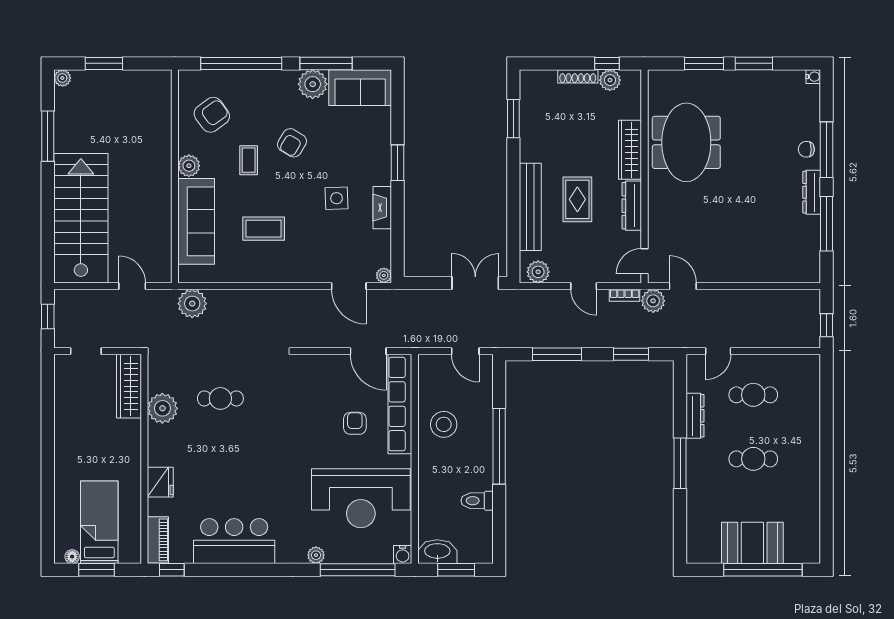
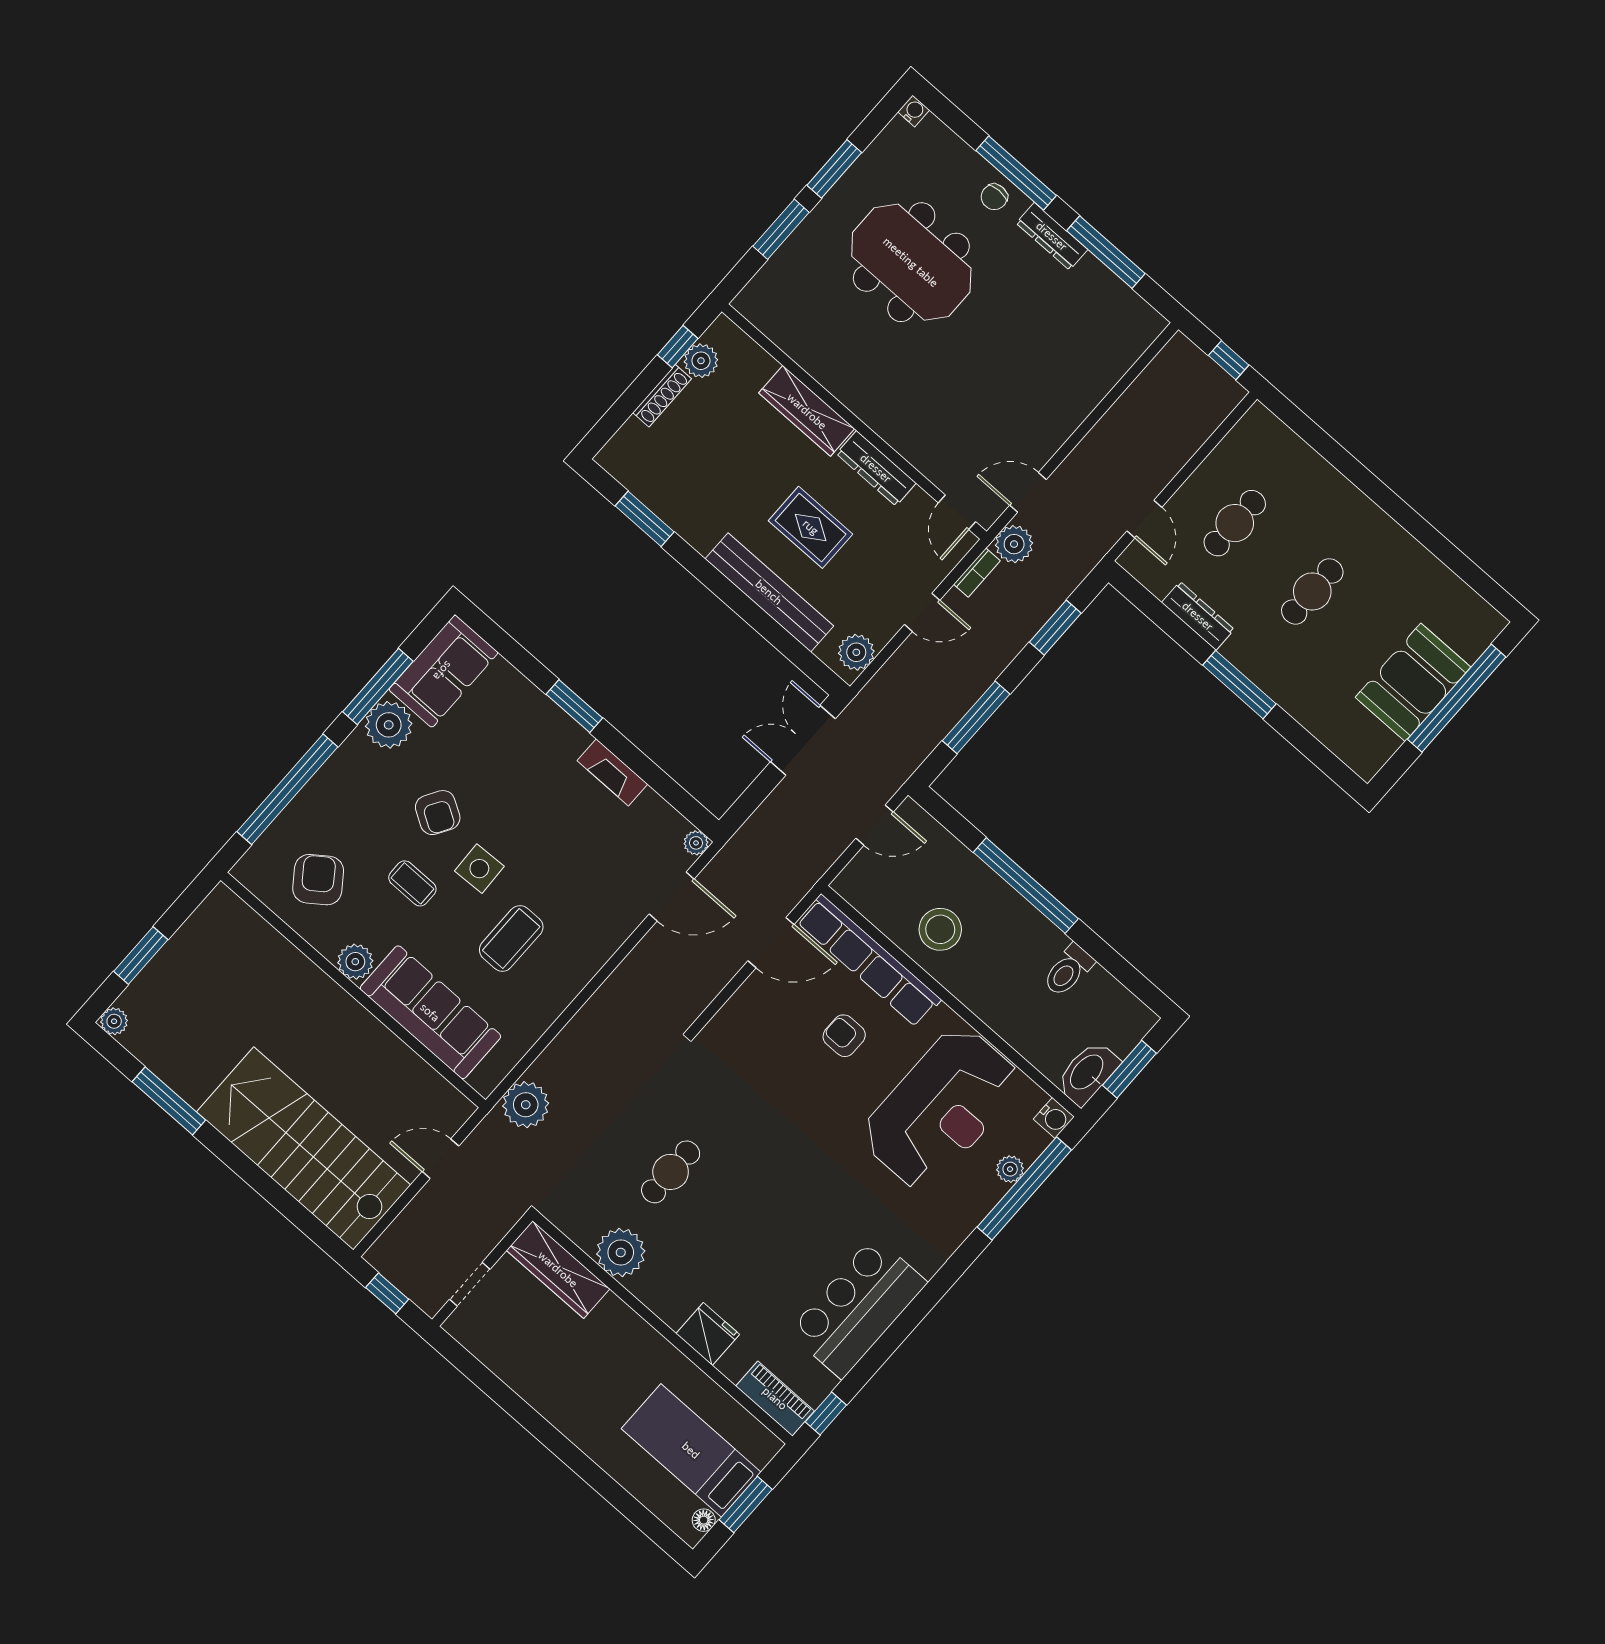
meeting table: (686, 142) -> (911, 262), moved
side table: (337, 198) -> (479, 869), moved
plant: (316, 555) -> (1010, 1169), moved

